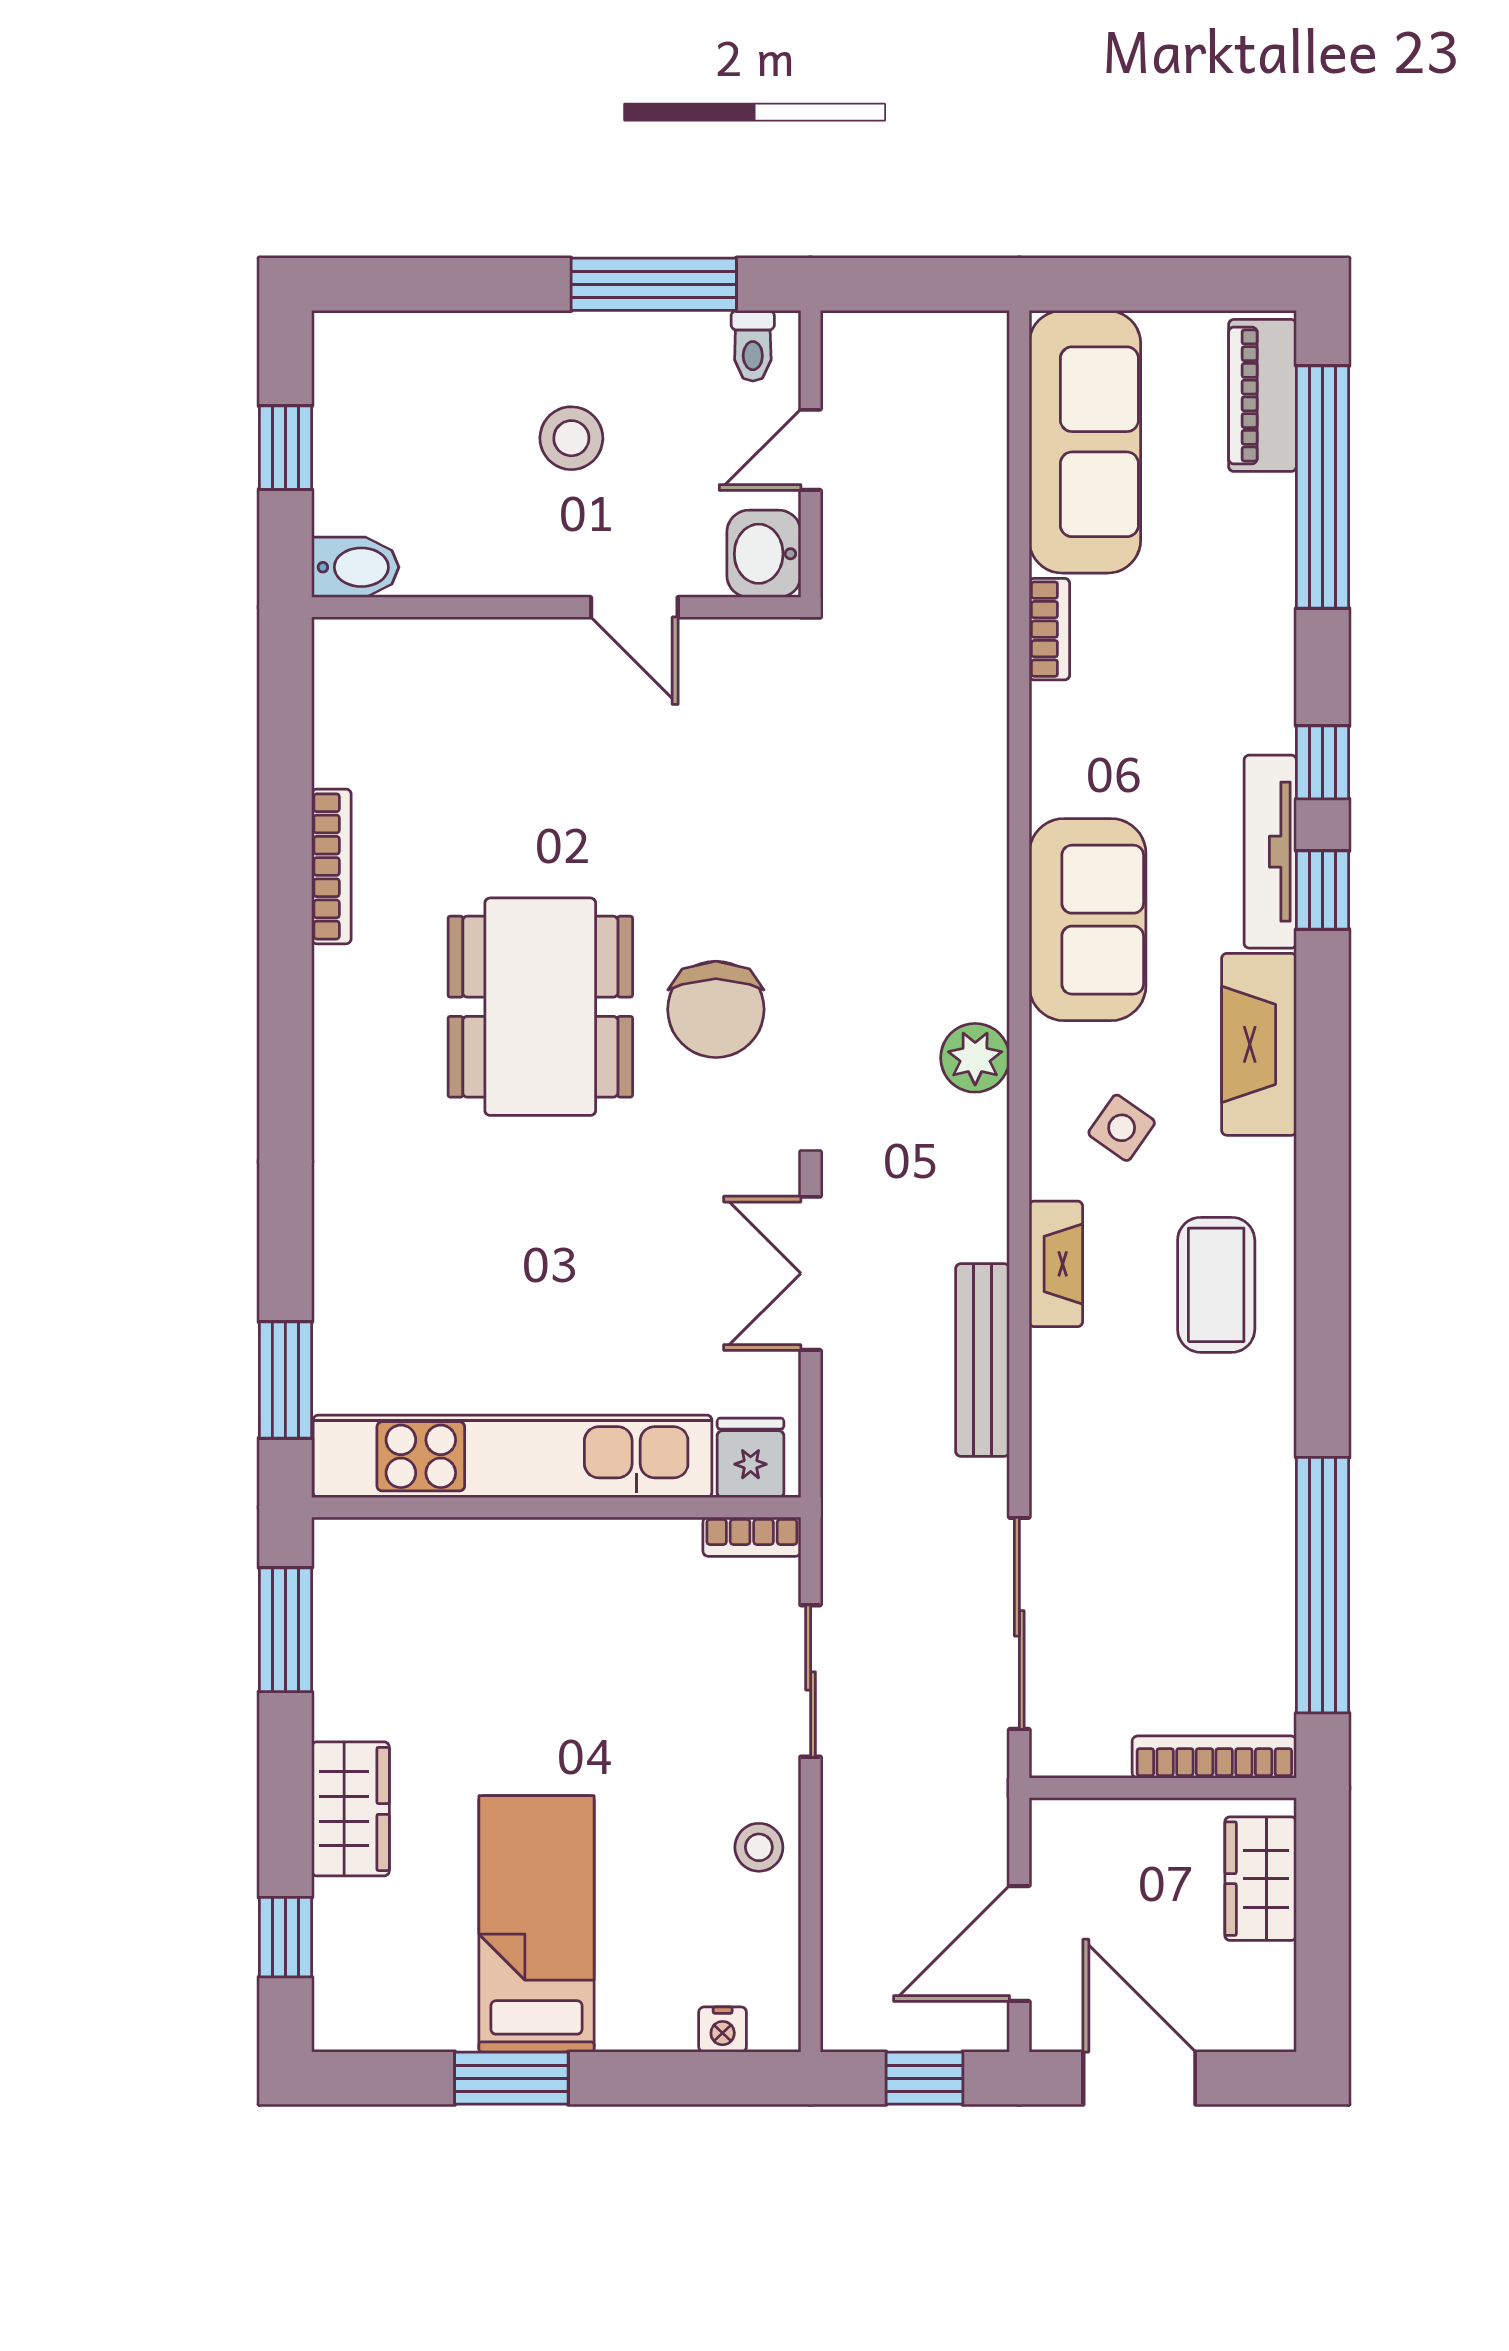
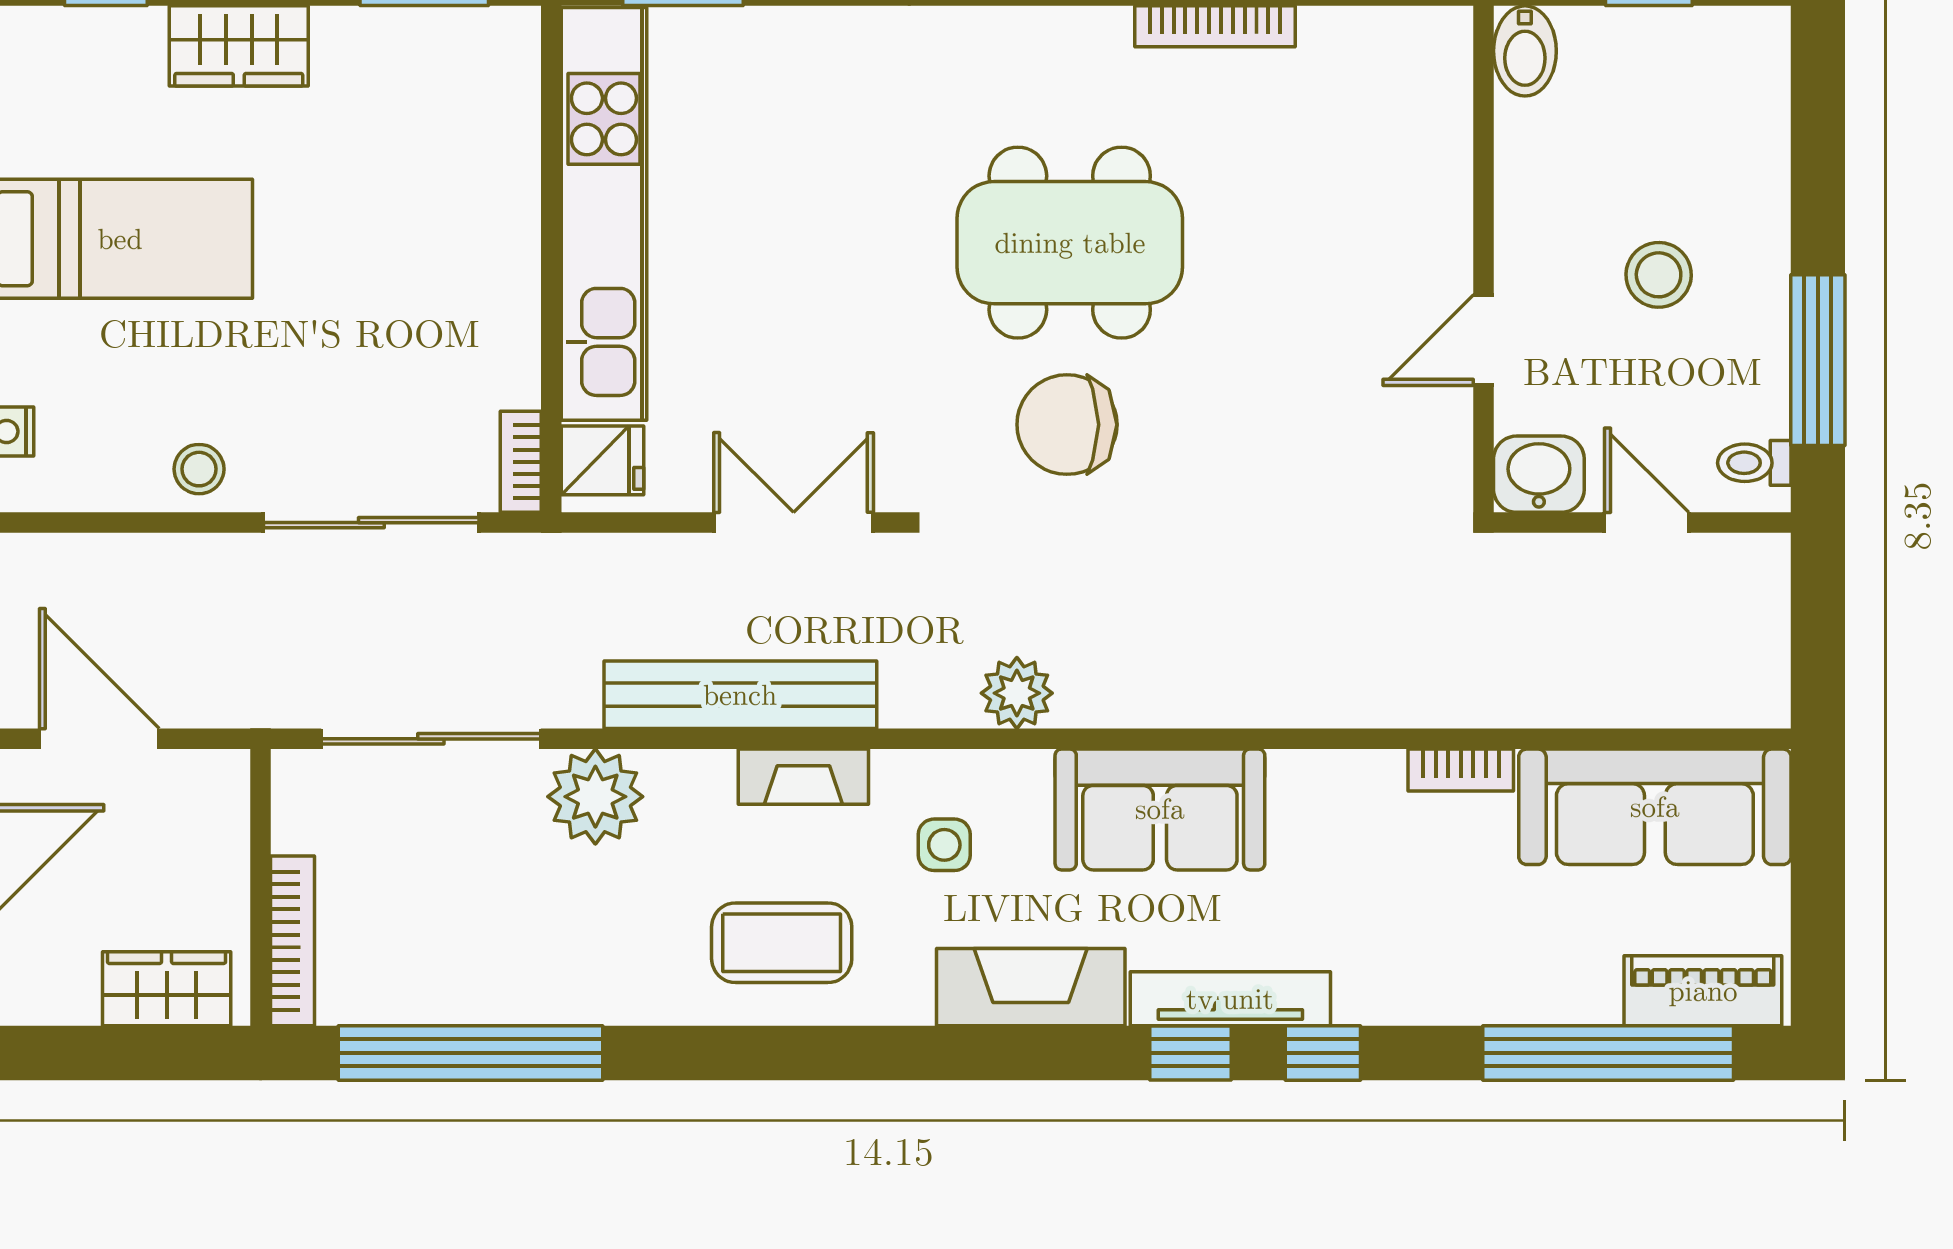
side table: (1122, 1128) -> (944, 845), turned -35
bench: (983, 1360) -> (740, 695), width x1.37, depth x1.21
plant: (1075, 1465) -> (595, 797), added
sliding door: (811, 1681) -> (371, 523), width x1.37

